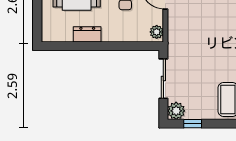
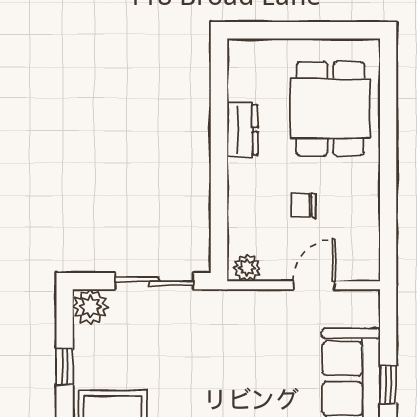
window: (193, 124) -> (65, 366), moved

